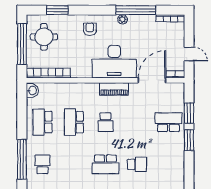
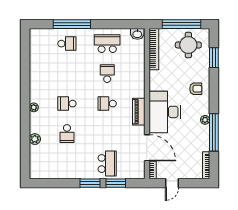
school desk: (74, 122) -> (107, 74), width x0.54
school desk: (105, 164) -> (67, 104), width x0.54

